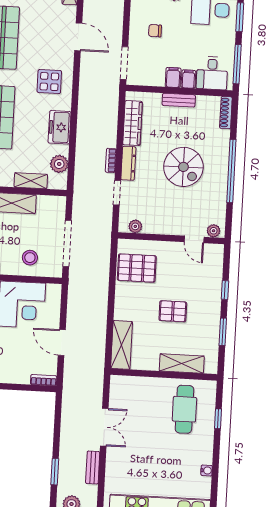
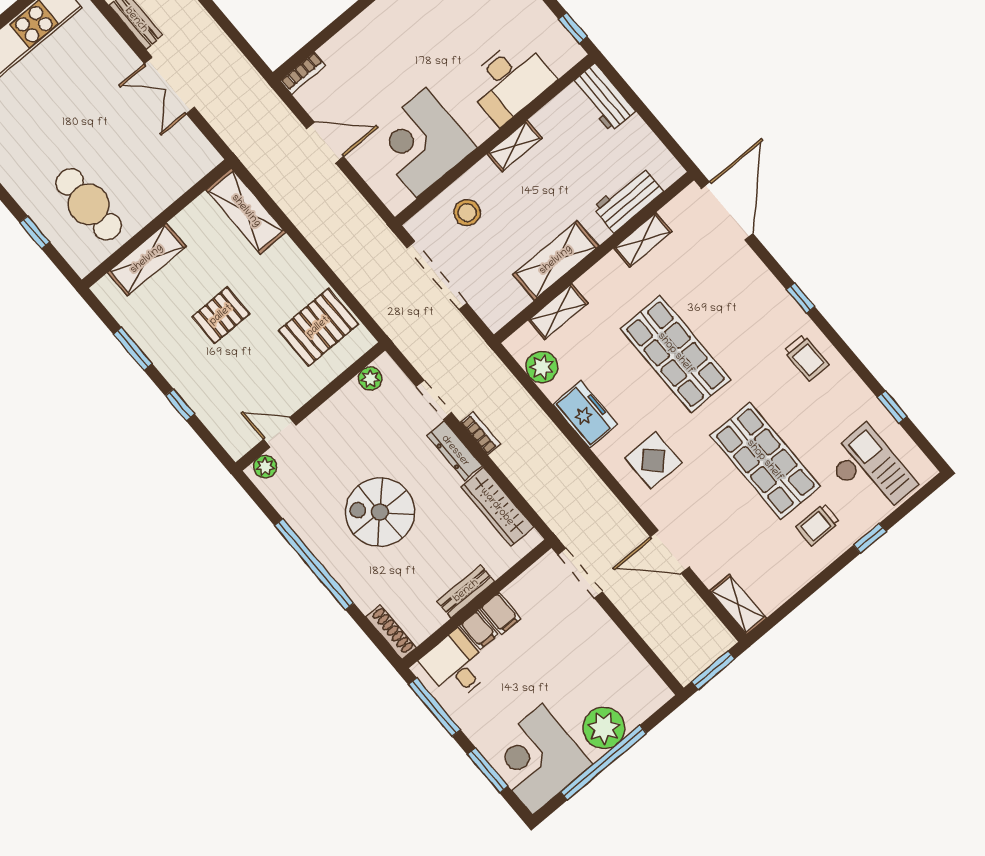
chair: (155, 31) -> (579, 652), removed

